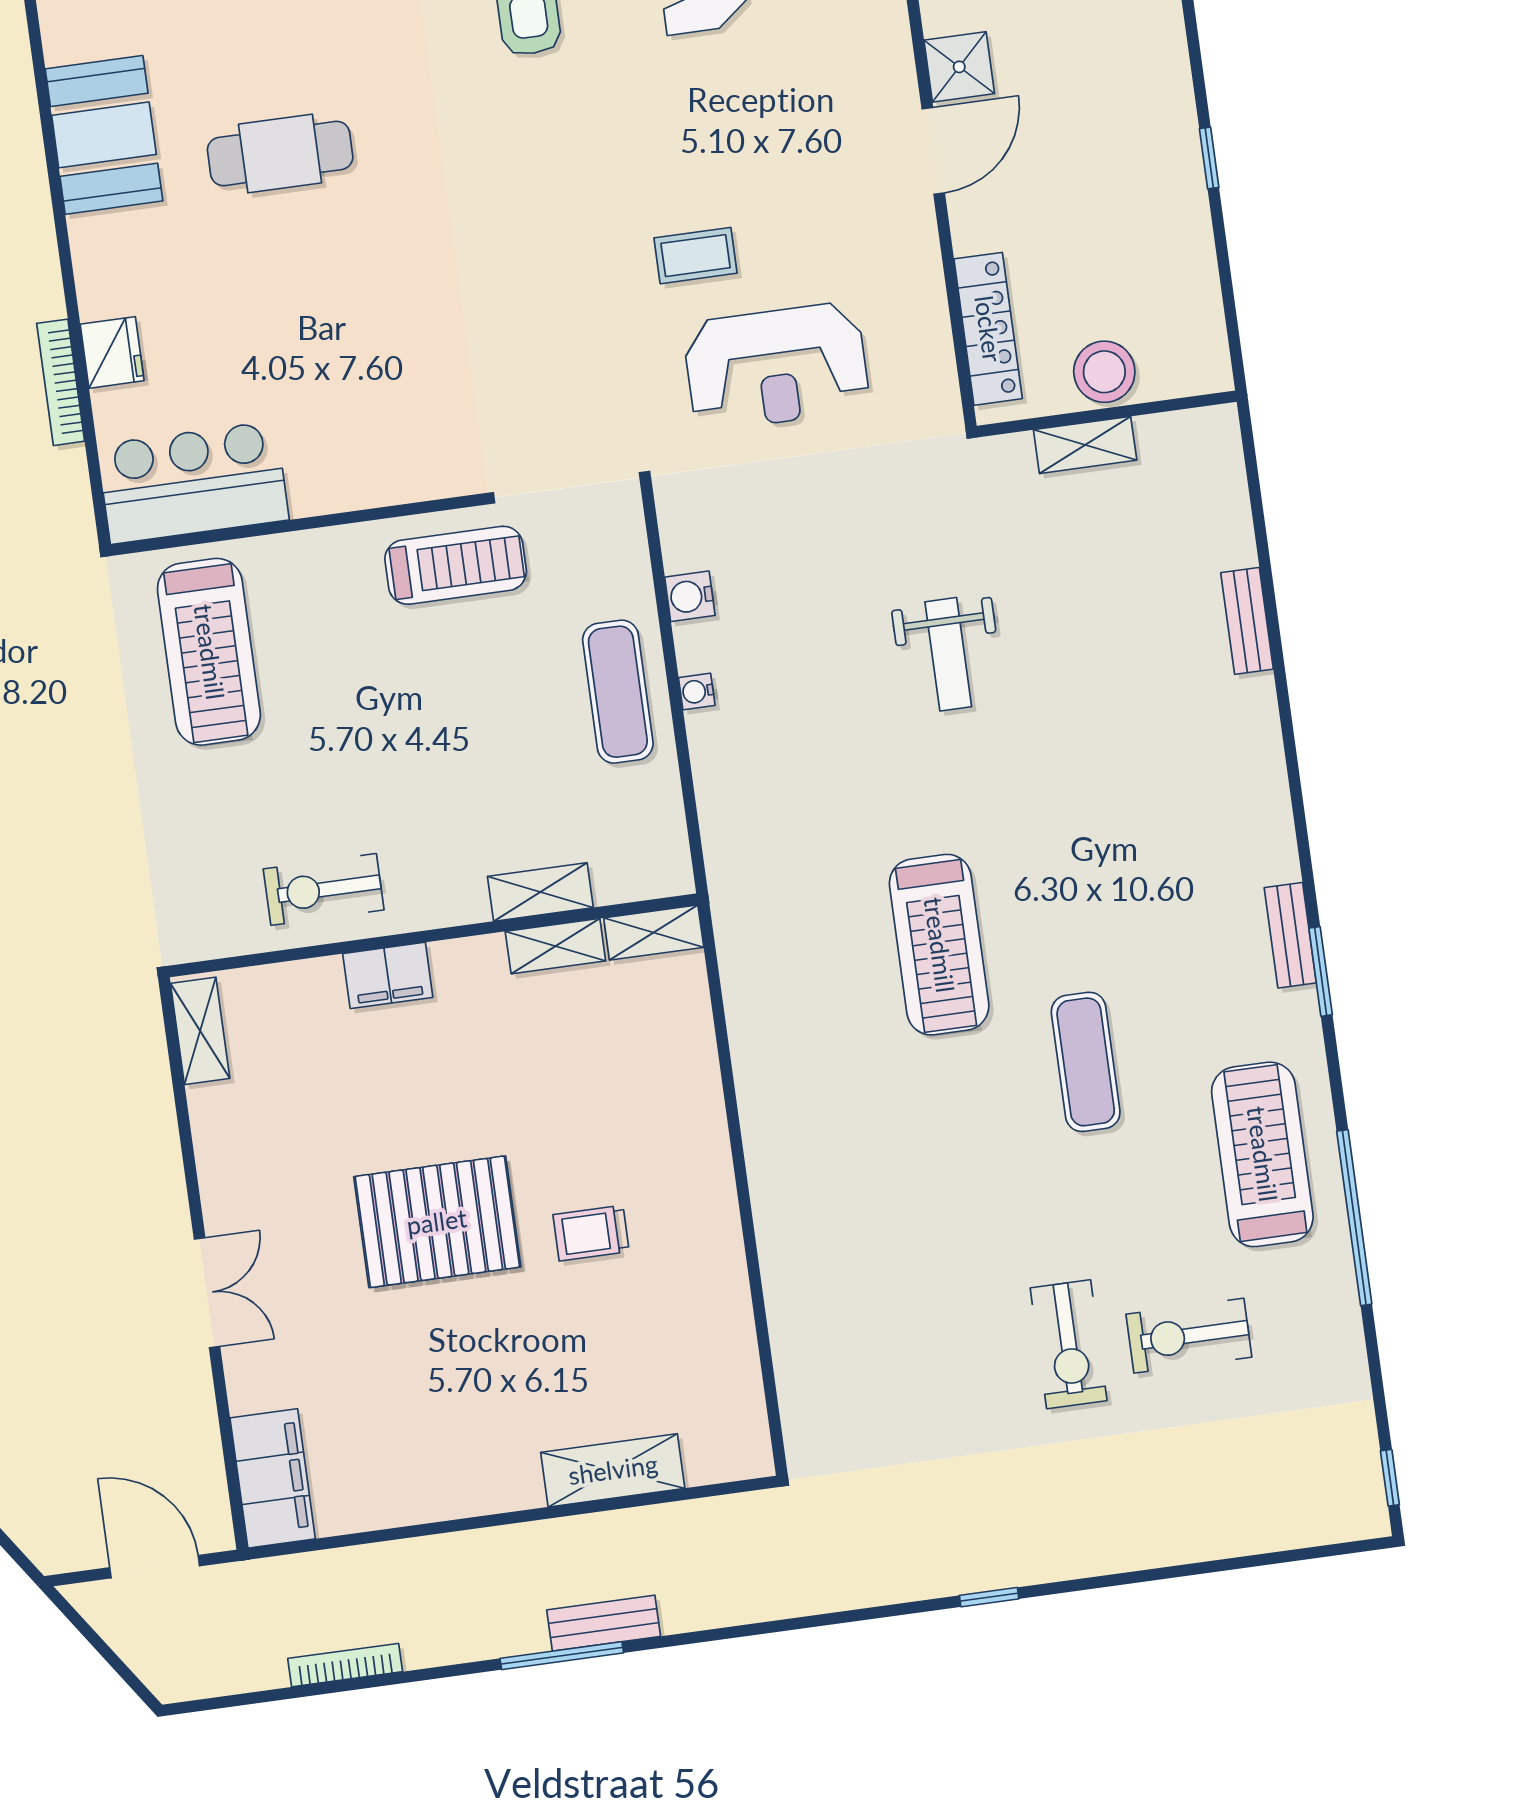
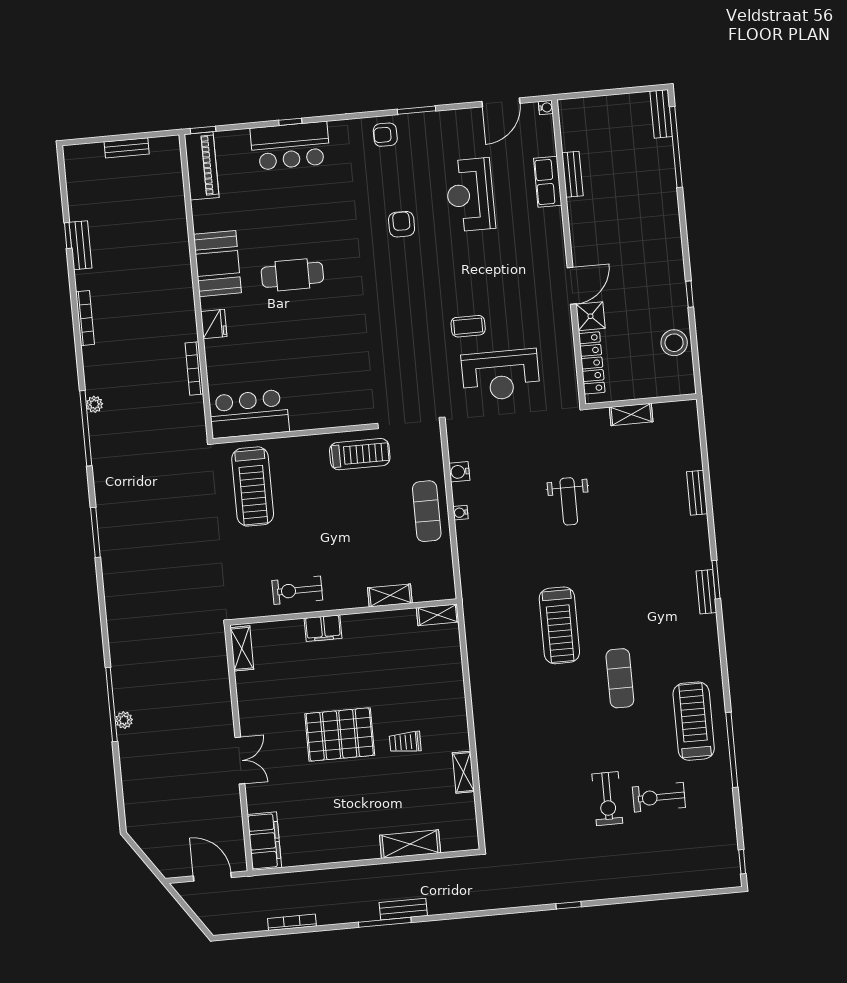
shower: (959, 67) -> (590, 316), moved
fridge: (112, 352) -> (214, 324), moved
stool: (1104, 372) -> (674, 343), moved
bench: (1290, 935) -> (706, 592), moved
shelving: (555, 946) -> (463, 772), moved, turned 90
window: (1321, 971) -> (716, 580), moved

